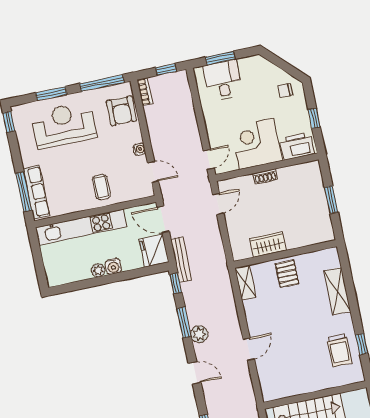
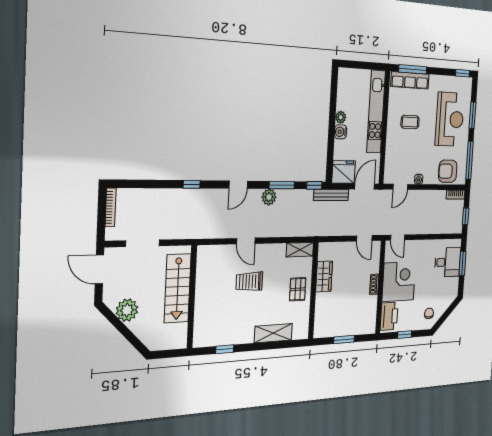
coffee table: (101, 187) -> (410, 122), moved
pallet: (287, 274) -> (298, 289), turned 90
trolley: (339, 350) -> (249, 282), moved

